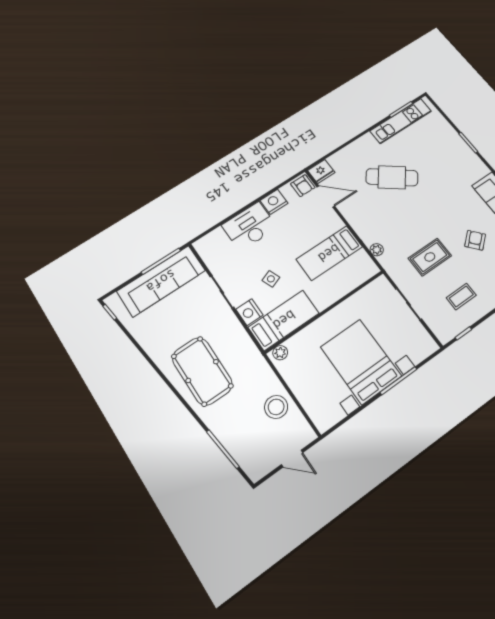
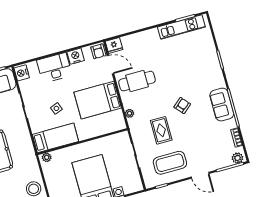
cafe table: (392, 177) -> (137, 81), moved, turned -38
armchair: (475, 240) -> (182, 106), moved
bed: (329, 253) -> (98, 100), width x1.50
rug: (430, 257) -> (161, 130), turned 90
coffee table: (461, 296) -> (170, 163), width x1.86, depth x1.72
nightstand: (249, 312) -> (22, 73), moved

